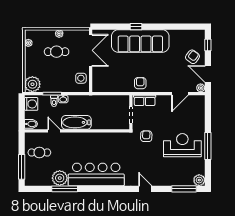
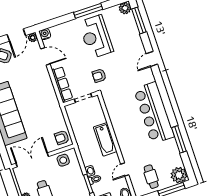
armchair: (140, 83) -> (62, 138), moved
row of seats: (145, 100) -> (62, 84), width x1.48
water cooler: (200, 100) -> (45, 34), added
bathtub: (76, 122) -> (105, 139), moved
plant: (60, 178) -> (179, 175), moved

